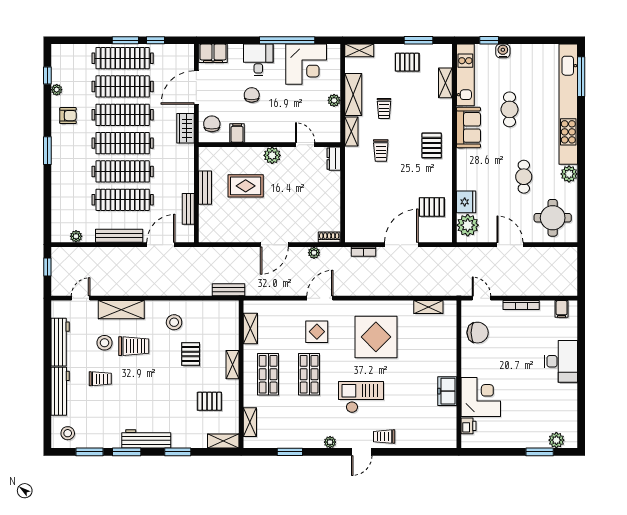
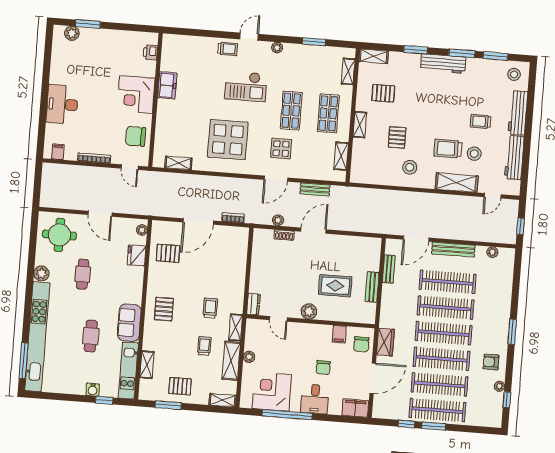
plant: (468, 225) -> (142, 230), width x0.53, depth x0.53
shoe rack: (329, 237) -> (284, 235), moved
bench: (228, 290) -> (315, 189), moved
corner desk: (481, 397) -> (136, 95), moved

